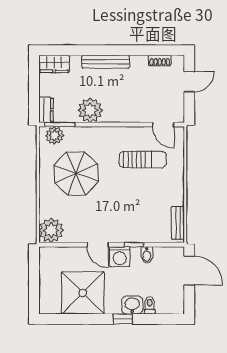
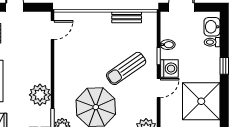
sun lounger: (143, 160) -> (126, 68), moved, turned -125
bench: (178, 223) -> (127, 17), moved
washbasin: (132, 305) -> (212, 27), moved

